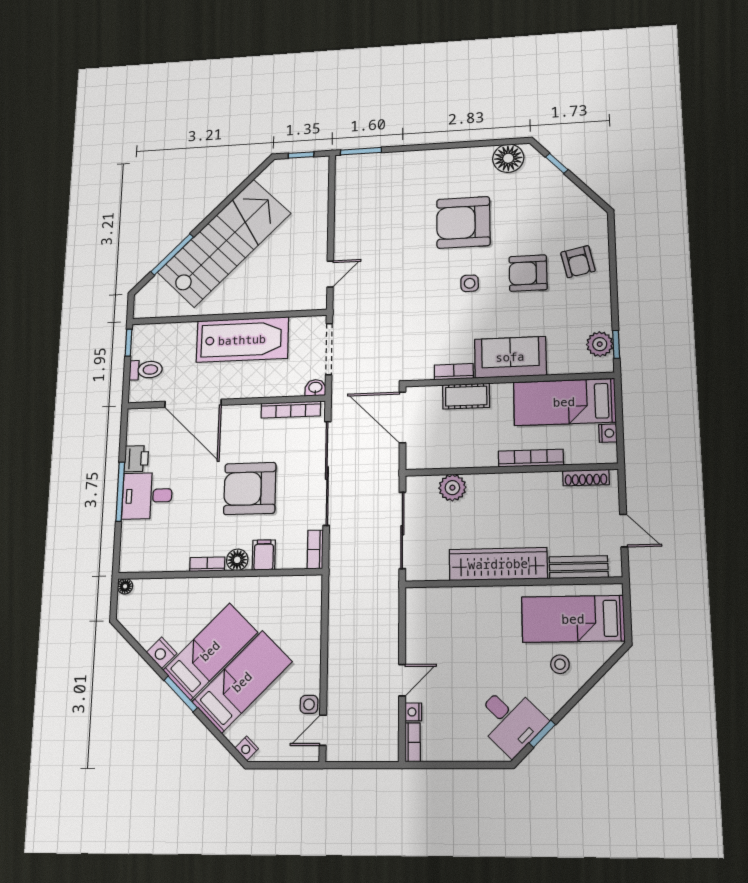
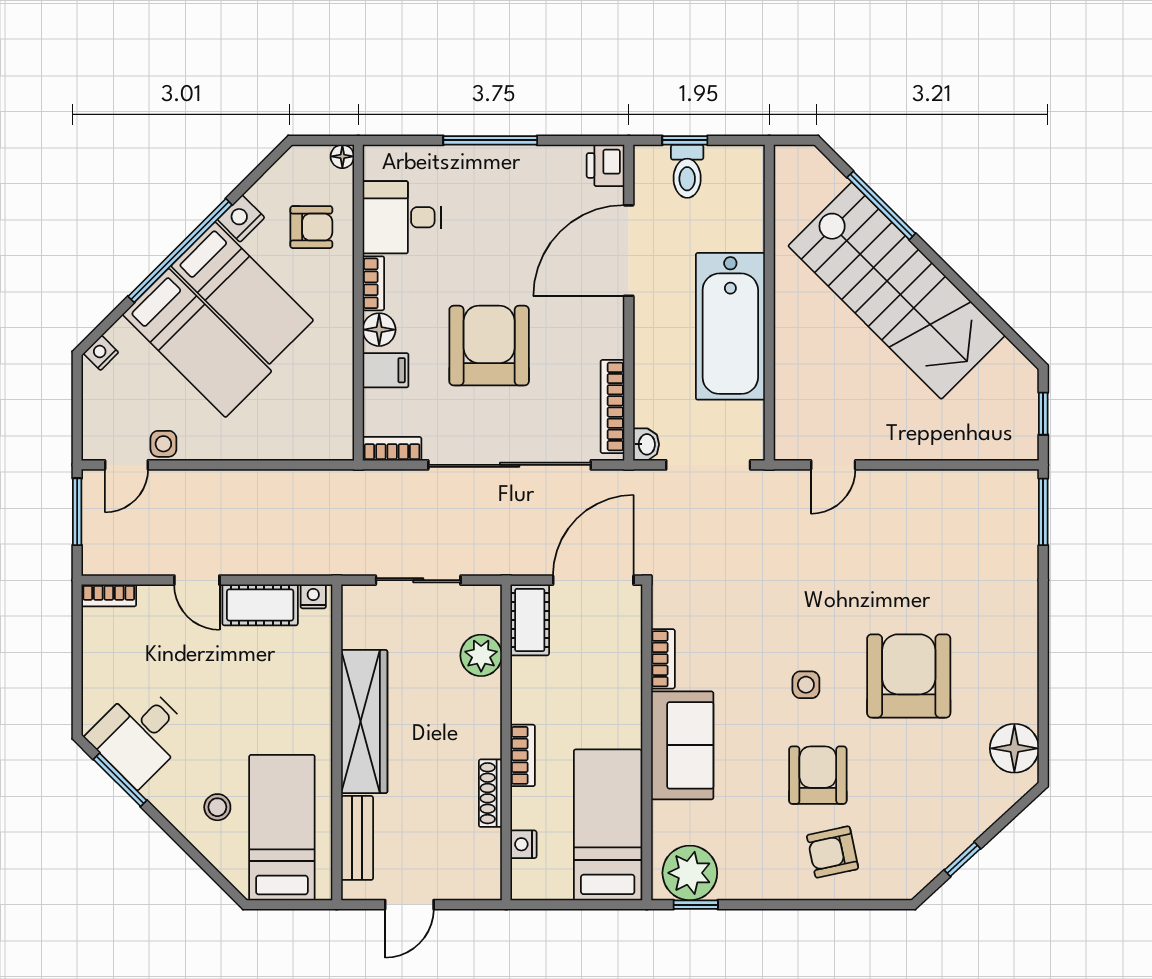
window: (557, 163) -> (962, 859), moved
door: (330, 274) -> (833, 465), hinge flipped
window: (129, 343) -> (685, 140), moved
plant: (600, 344) -> (690, 873), width x1.36, depth x1.36
cot: (466, 396) -> (530, 620), moved
nightstand: (608, 433) -> (523, 844), moved, turned 90
bookcase: (531, 458) -> (523, 755), width x0.64
printer: (136, 459) -> (606, 165), moved, turned 90
shoe rack: (586, 478) -> (490, 793), moved
desk: (147, 496) -> (402, 217), moved, turned -90
sliding door: (402, 530) -> (418, 580), width x0.73
armchair: (169, 606) -> (311, 227), added
cot: (419, 636) -> (260, 605), added
window: (181, 694) -> (180, 251), width x2.11
nightstand: (413, 712) -> (313, 596), moved
door: (323, 730) -> (126, 465), swing flipped
window: (542, 734) -> (120, 780), width x1.50
window: (355, 765) -> (77, 512), added

